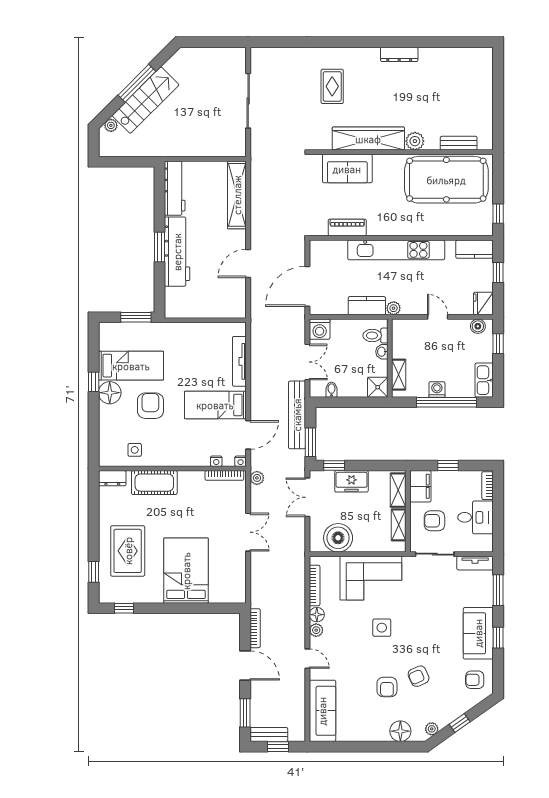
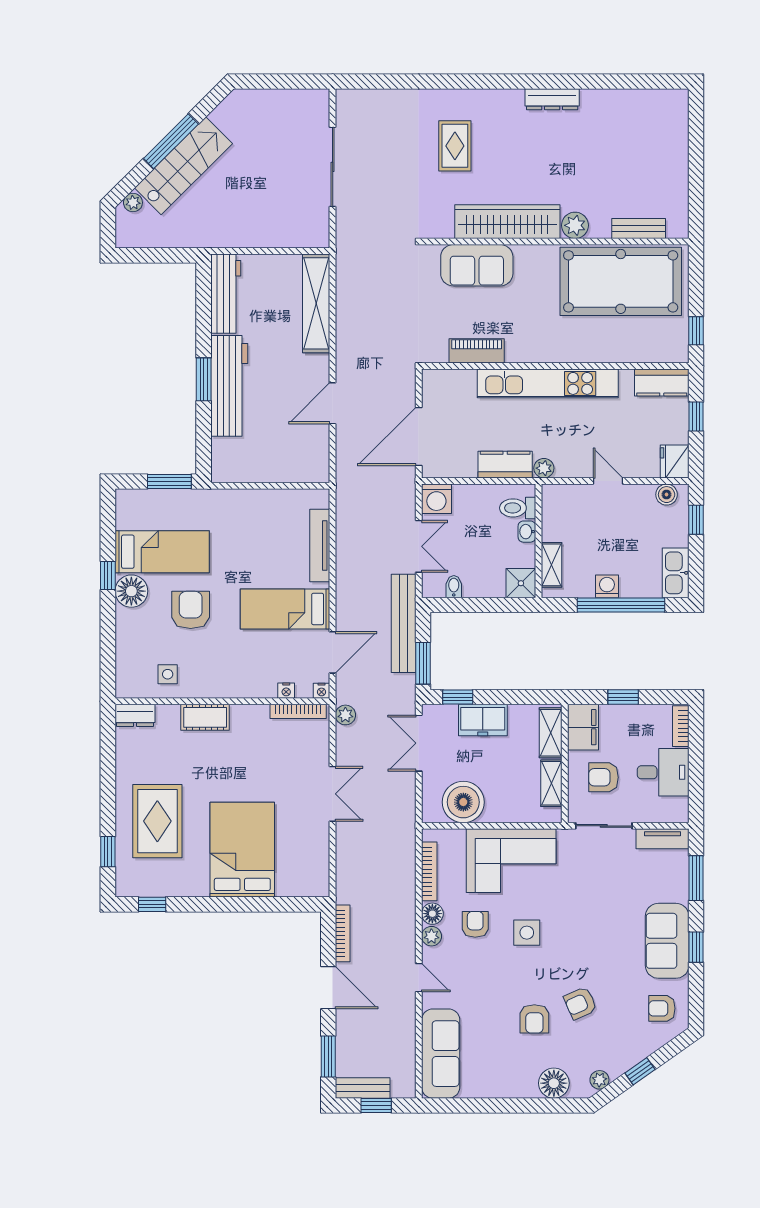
cot: (154, 483) -> (205, 717), width x0.73, depth x0.75
armchair: (346, 622) -> (475, 924), added

